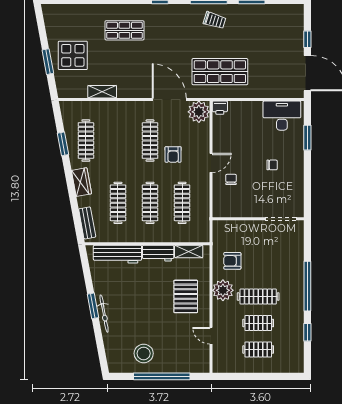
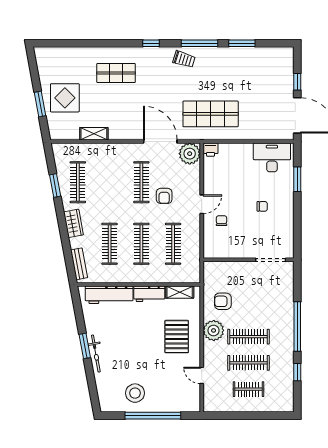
trolley: (215, 20) -> (184, 59), moved
clothes rail: (258, 323) -> (248, 363), width x1.36

